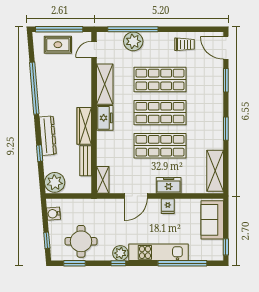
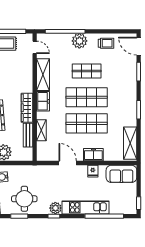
plant: (133, 41) -> (79, 41), moved
door: (94, 49) -> (35, 47), swing flipped
shop shelf: (160, 79) -> (87, 71), width x0.70, depth x0.74
shelving: (103, 180) -> (41, 130), moved
door: (136, 196) -> (68, 163), swing flipped
sofa: (212, 220) -> (121, 174), moved, turned -90

